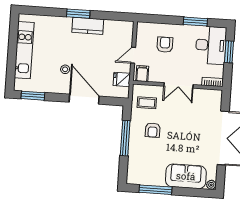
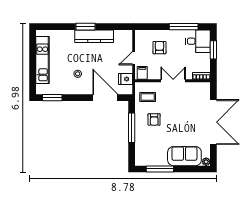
window: (195, 22) -> (184, 27), width x1.44
kitchen counter: (88, 26) -> (94, 36), width x1.50
desk: (211, 45) -> (198, 41), width x0.73
double door: (179, 85) -> (173, 81), swing flipped
door: (84, 99) -> (105, 98), moved

